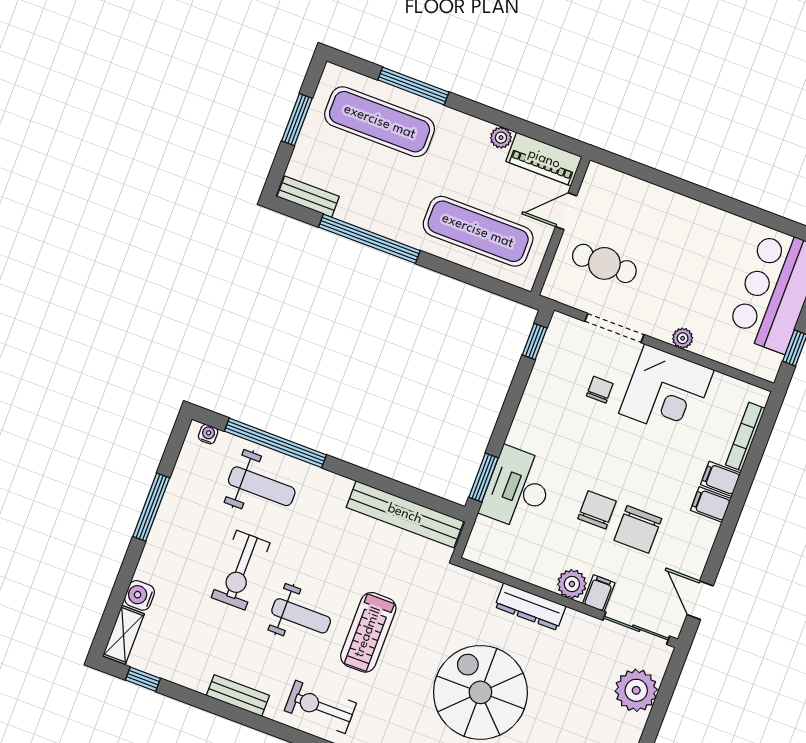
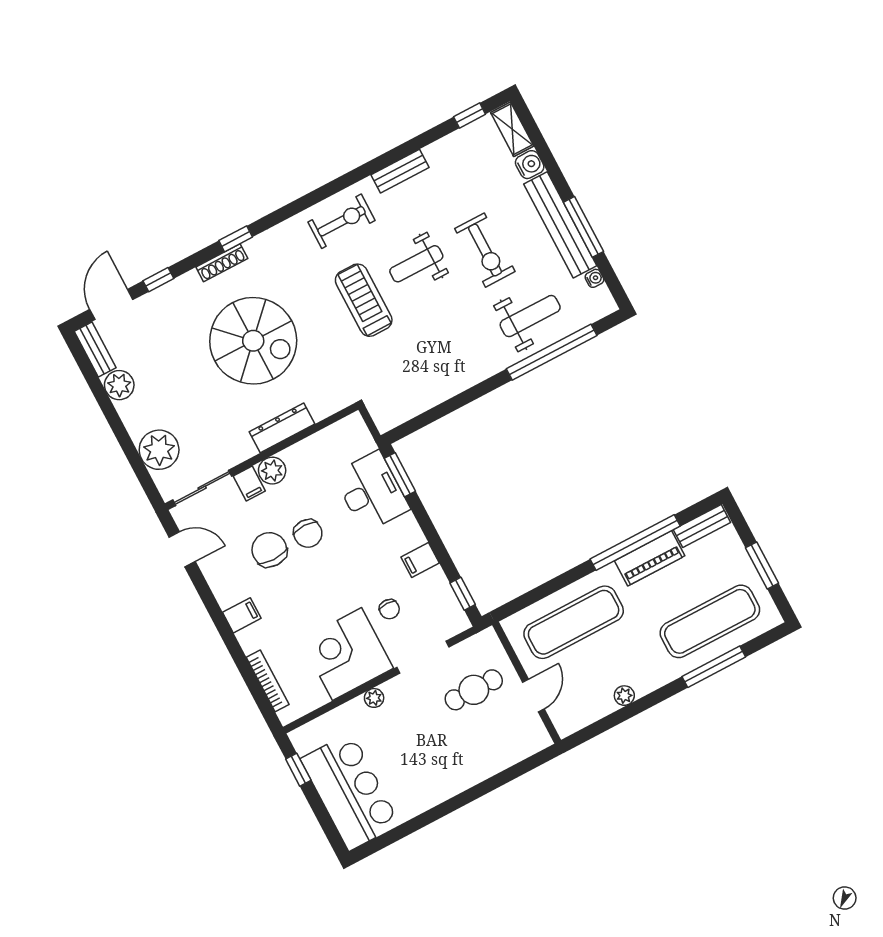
piano: (544, 159) -> (650, 558), moved, turned 180
water cooler: (208, 434) -> (594, 278), moved, turned -90
filing cabinet: (721, 479) -> (420, 560), moved, turned 180
weight bench: (262, 486) -> (530, 316), turned 180
bench: (405, 514) -> (560, 225), moved, turned 90
exercise bike: (241, 570) -> (485, 250), turned 180

